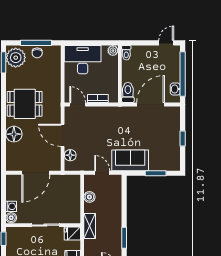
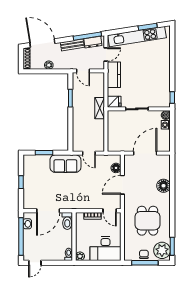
dining table: (25, 104) -> (148, 221), moved, turned 90
door: (63, 135) -> (122, 185), swing flipped
boiler: (89, 197) -> (100, 133), removed

